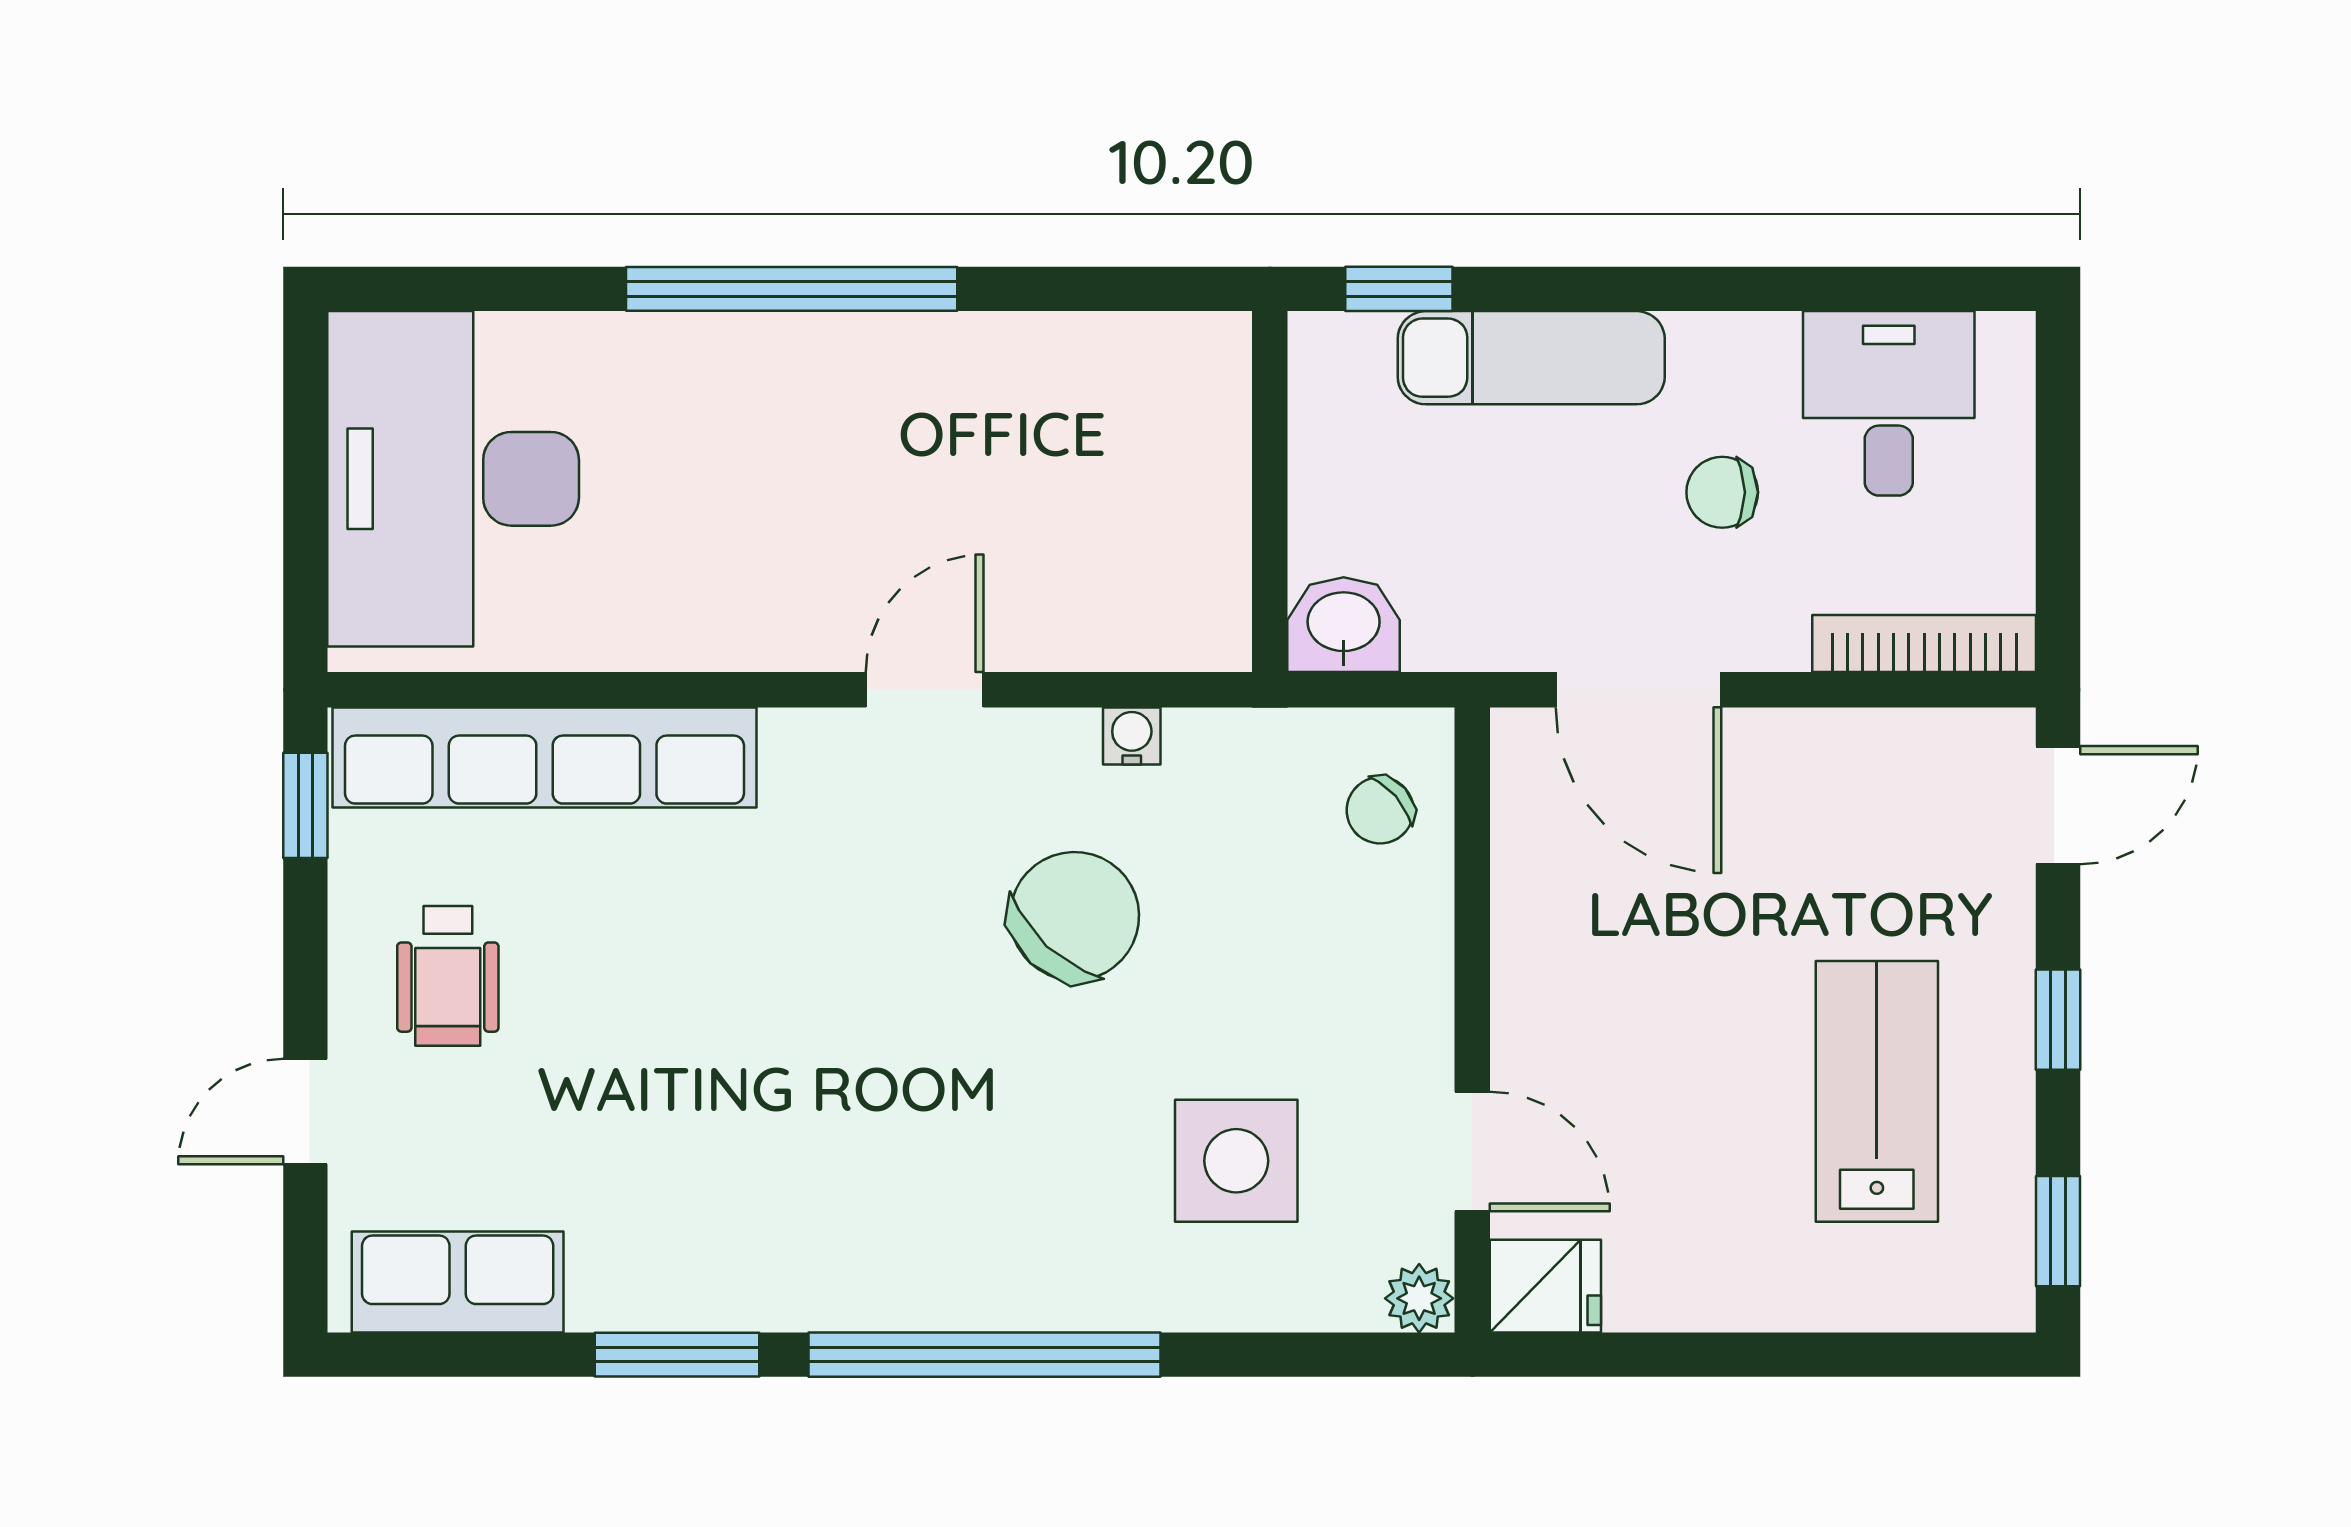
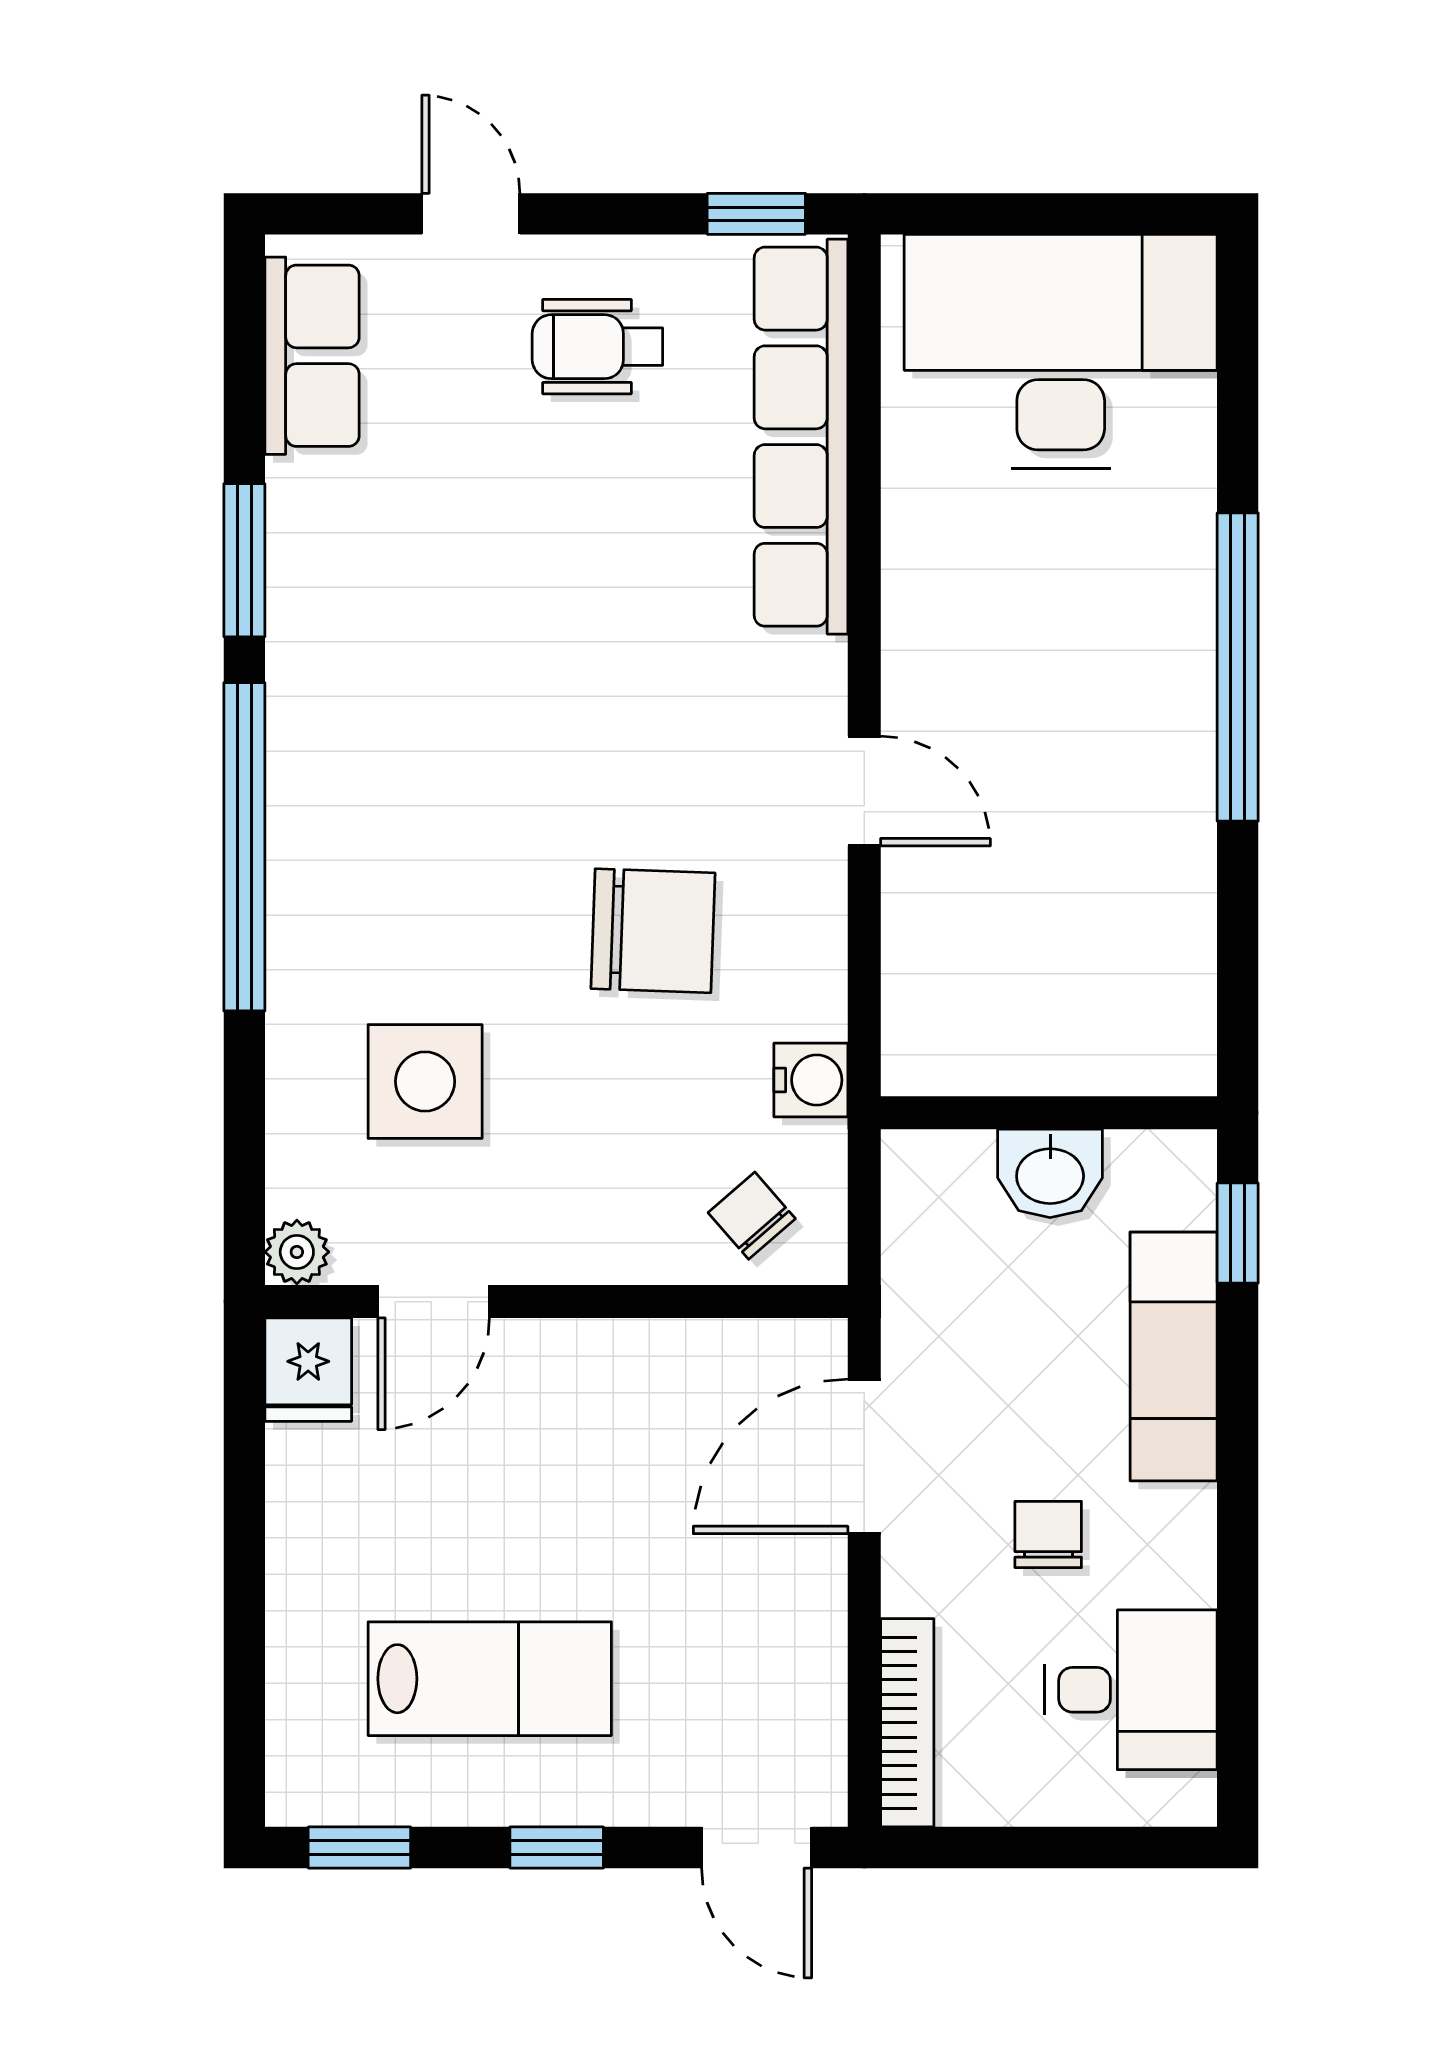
washbasin: (1344, 625) -> (1050, 1173), moved, turned 90
water cooler: (1132, 736) -> (811, 1080), moved, width x1.38, depth x1.38
chair: (1075, 916) -> (653, 931), turned -41

